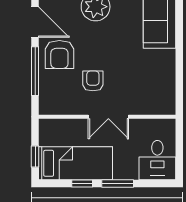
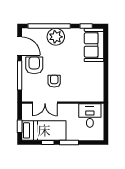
armchair: (59, 54) -> (34, 65), turned 180
double door: (108, 117) -> (45, 103), moved
desk: (157, 160) -> (90, 115), moved, turned 180

